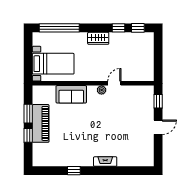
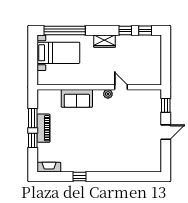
bed with nightstands: (53, 64) -> (58, 53), moved
door: (114, 83) -> (121, 87), hinge flipped
piano: (41, 123) -> (44, 128), width x0.73, depth x0.75
fireplace: (105, 162) -> (49, 167), moved

